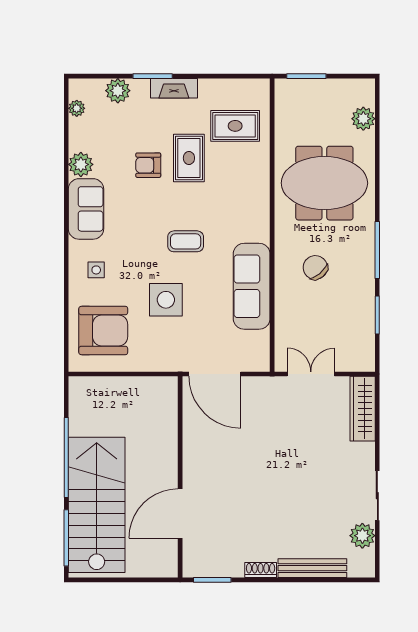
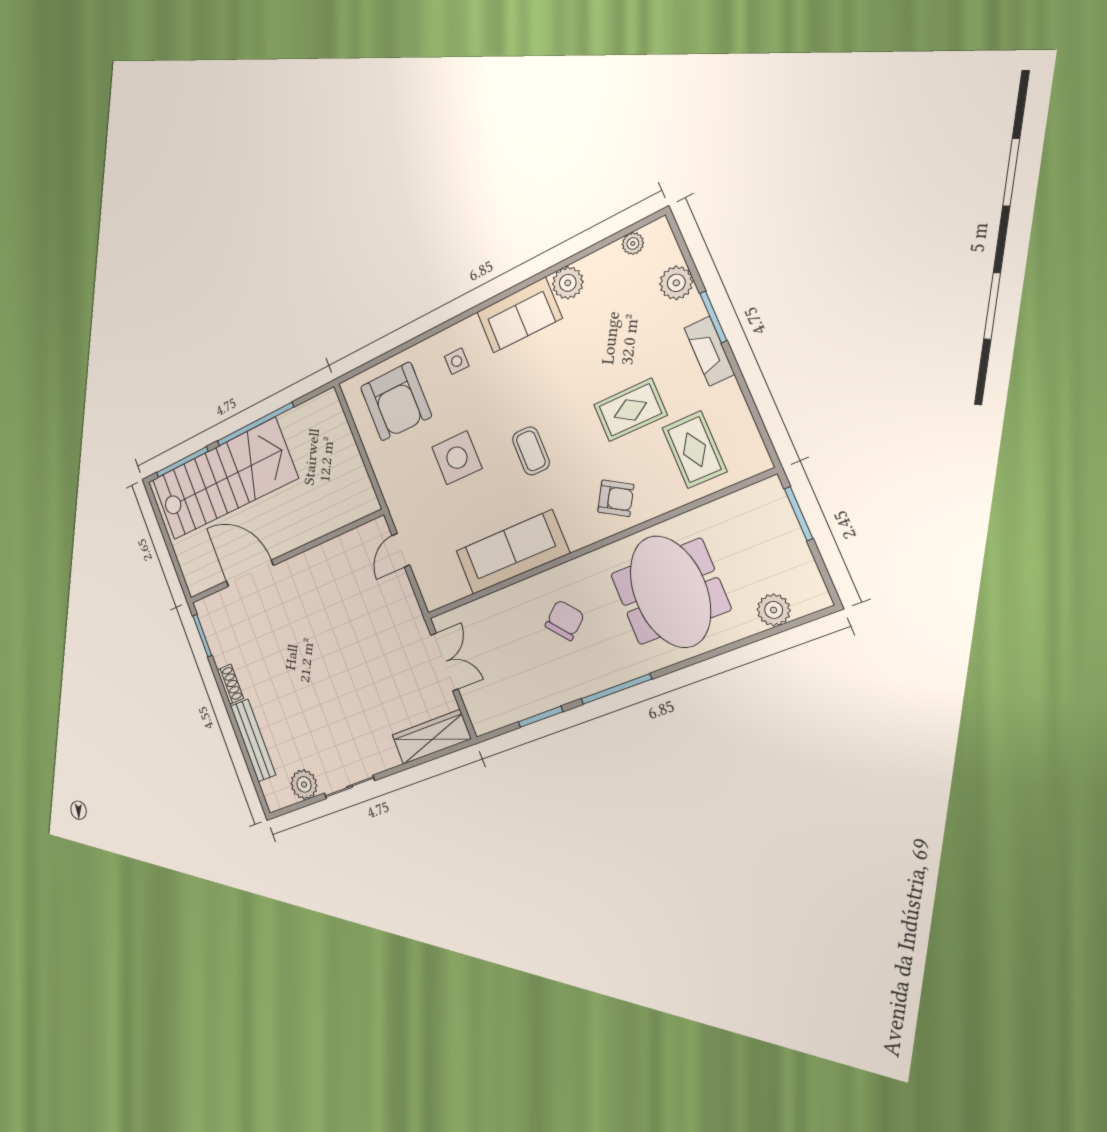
armchair: (148, 165) -> (616, 498), moved, turned 121
door: (215, 374) -> (401, 550), width x0.53

